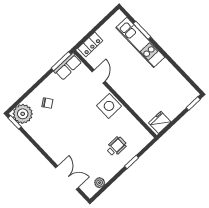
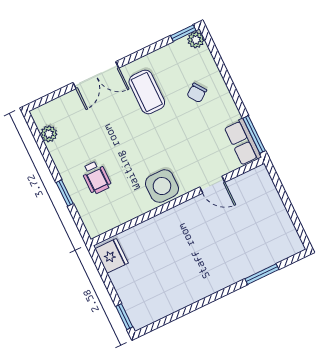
kitchen unit: (140, 42) -> (244, 265), removed
locker: (90, 44) -> (266, 188), removed
plant: (23, 114) -> (196, 40), width x0.53, depth x0.53
coffee table: (56, 133) -> (147, 92), added
double door: (67, 178) -> (96, 75), moved

